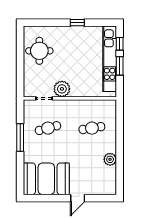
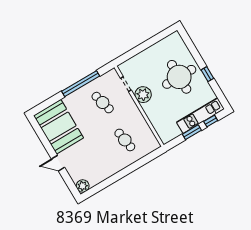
round table: (39, 51) -> (179, 77), moved, width x1.36, depth x1.36
kitchen unit: (110, 59) -> (200, 116), width x0.73
window: (20, 137) -> (81, 84), width x1.46
plant: (110, 159) -> (83, 186), moved

